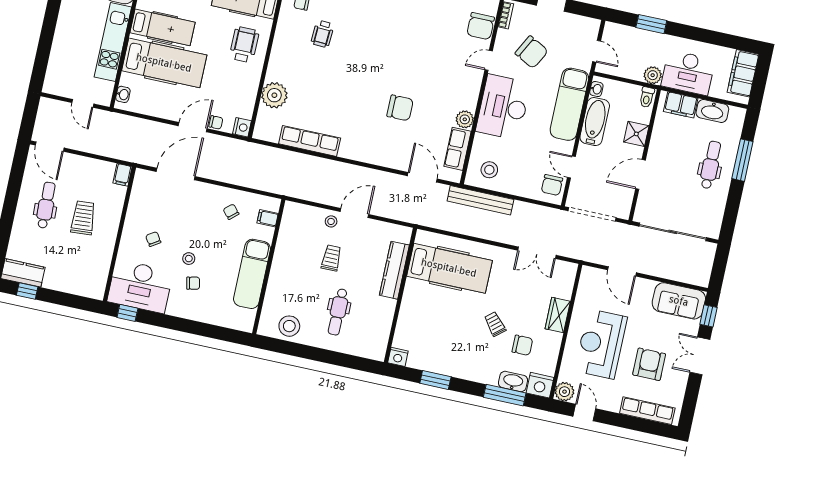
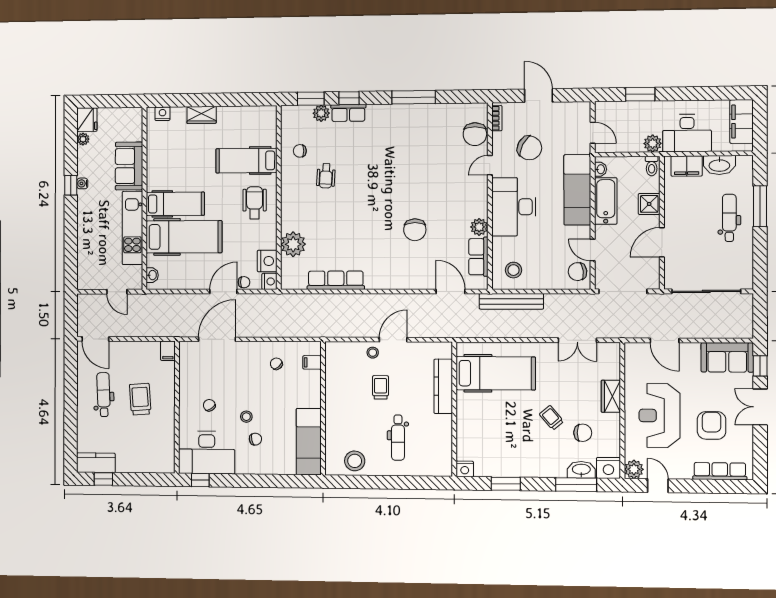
nightstand: (244, 106) -> (267, 261), added
chair: (400, 108) -> (415, 230), turned 90
chair: (552, 185) -> (578, 272), turned 82
exam couch: (252, 274) -> (309, 442), moved

